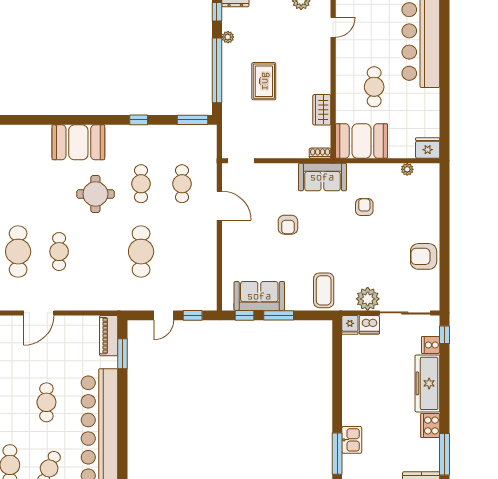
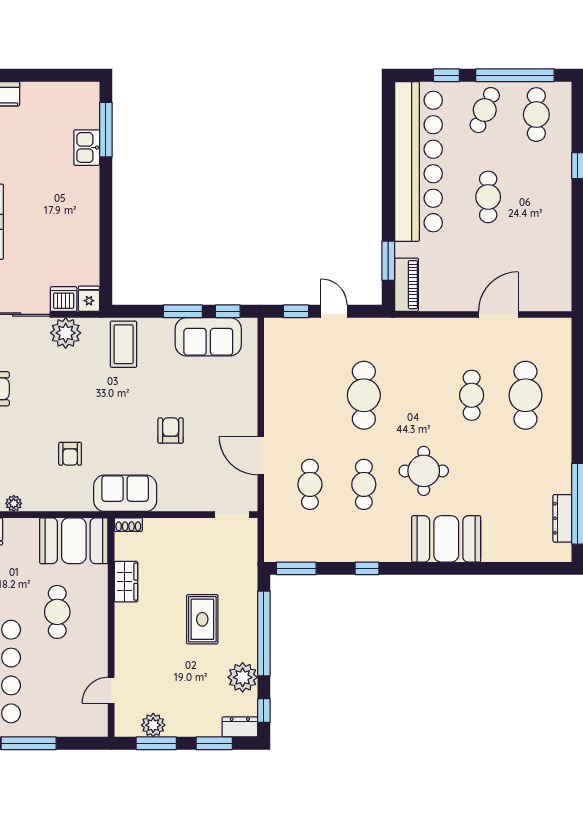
plant: (228, 37) -> (243, 677), width x1.88, depth x1.88
door: (164, 315) -> (334, 311), hinge flipped

